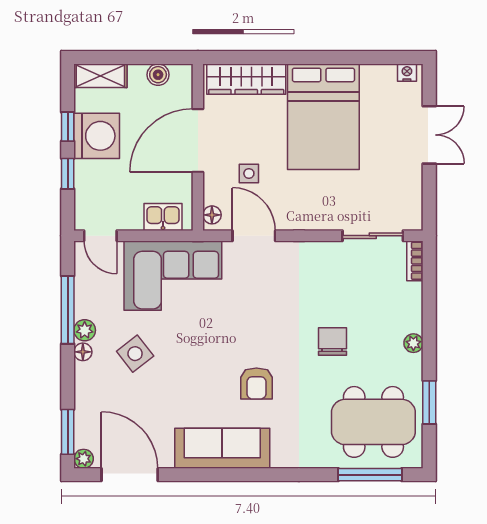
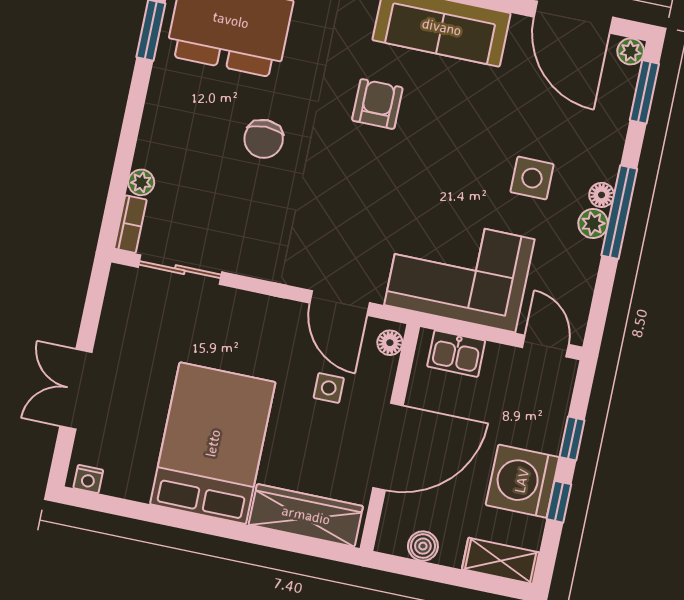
window: (68, 310) -> (619, 212), moved
plant: (413, 343) -> (141, 182), moved
side table: (135, 354) -> (532, 178), turned 38

